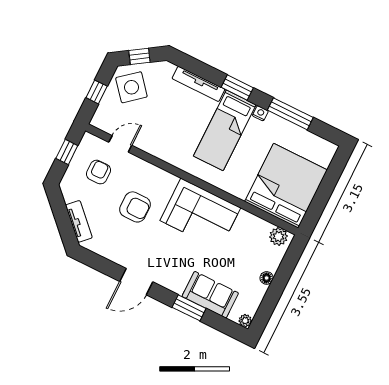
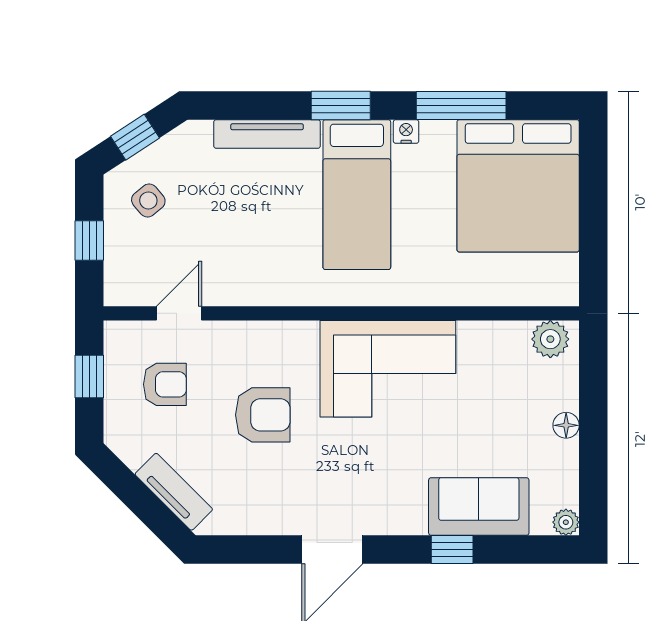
side table: (131, 87) -> (148, 200), width x0.54, depth x0.54
armchair: (99, 172) -> (165, 384), turned 90
bed: (286, 186) -> (518, 186), moved, turned 180
window: (189, 308) -> (452, 550), width x0.67

